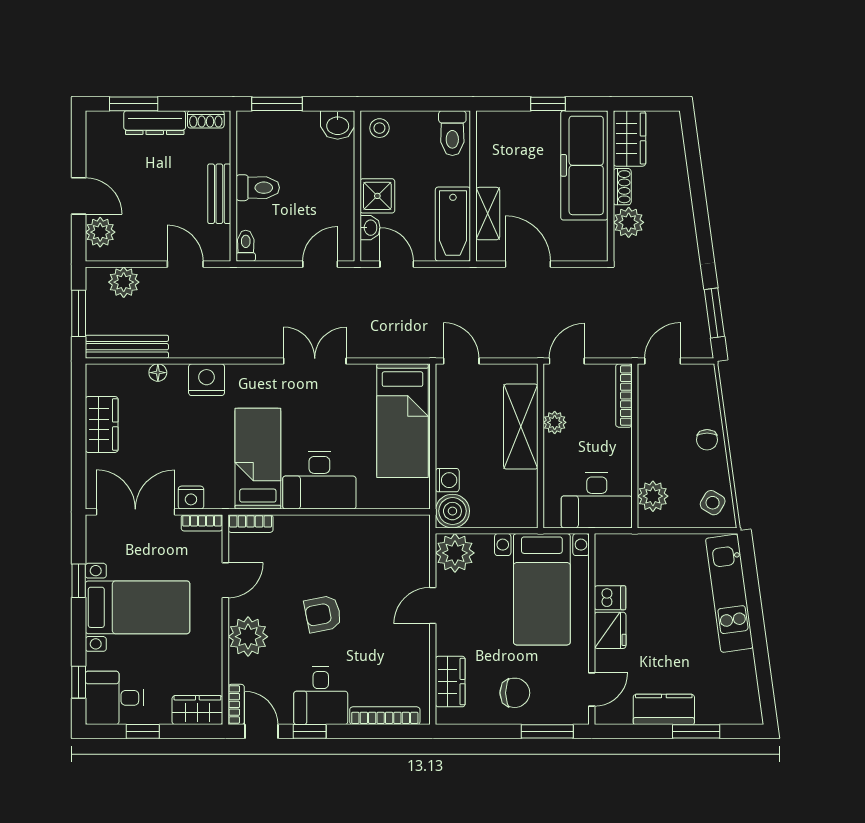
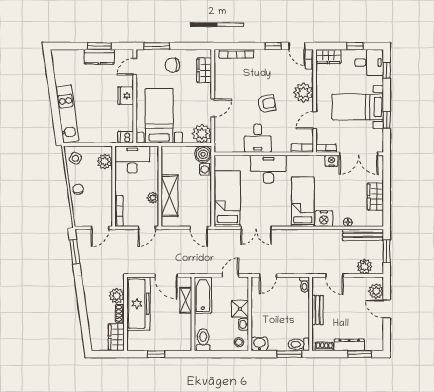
freezer: (584, 165) -> (138, 304), moved
toilet: (258, 188) -> (299, 344), moved
washbasin: (370, 228) -> (244, 324), moved
door: (397, 264) -> (230, 275), swing flipped
double door: (315, 361) -> (256, 228), moved
bed: (258, 459) -> (303, 202), moved, turned 180
dishwasher: (610, 598) -> (126, 137), moved
desk: (321, 696) -> (258, 138), moved, turned 180
window: (696, 731) -> (100, 46), moved

